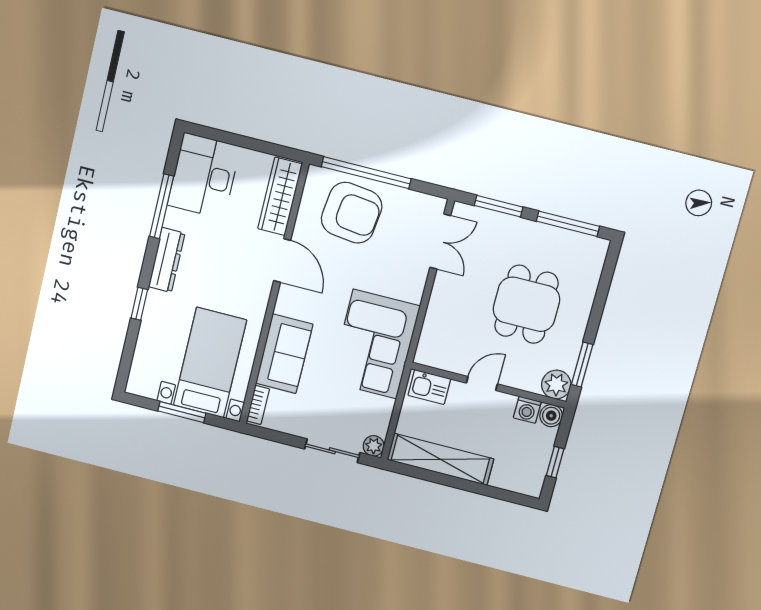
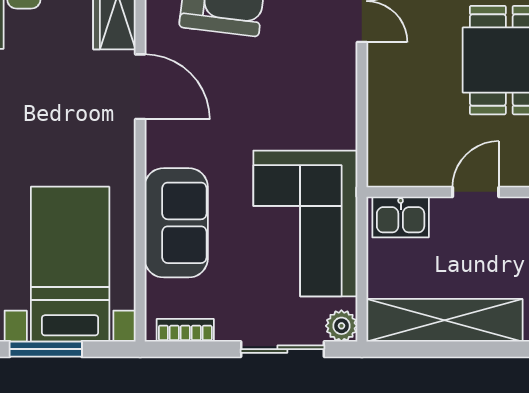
corner sofa: (375, 344) -> (305, 223), moved
bookcase: (258, 405) -> (185, 330), moved, turned -90

